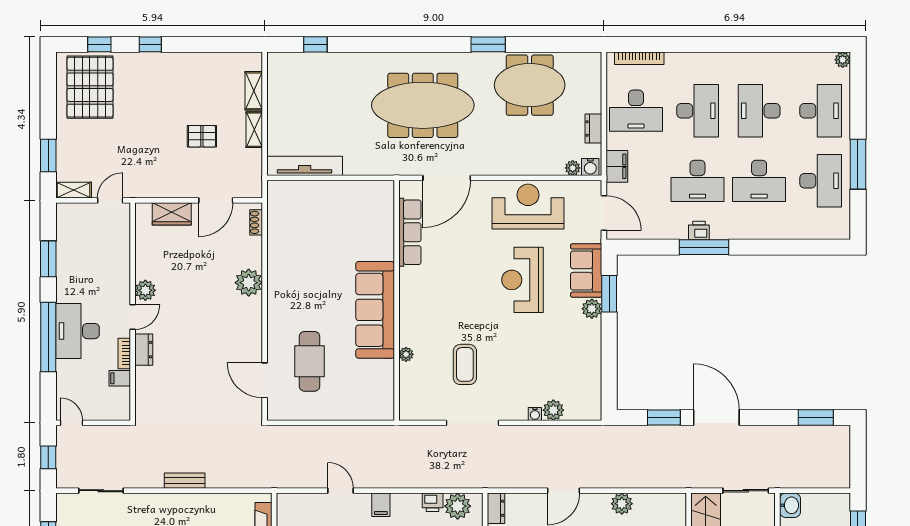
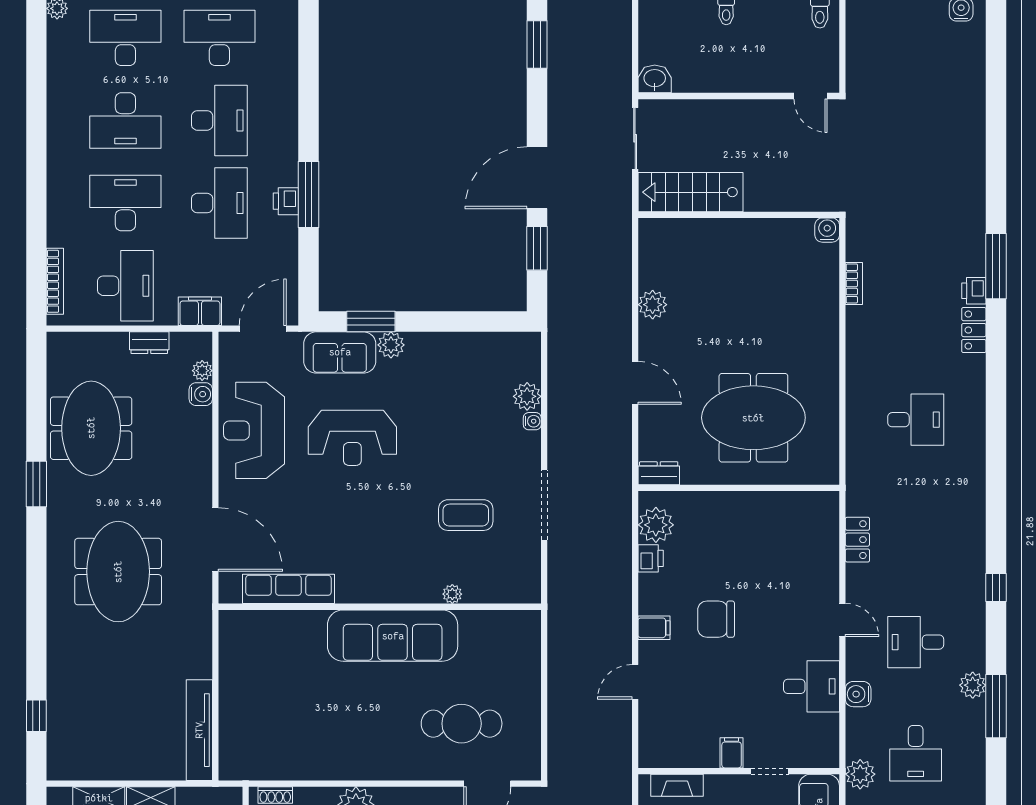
meeting table: (423, 105) -> (118, 572), width x0.73
water cooler: (590, 167) -> (201, 394), moved

